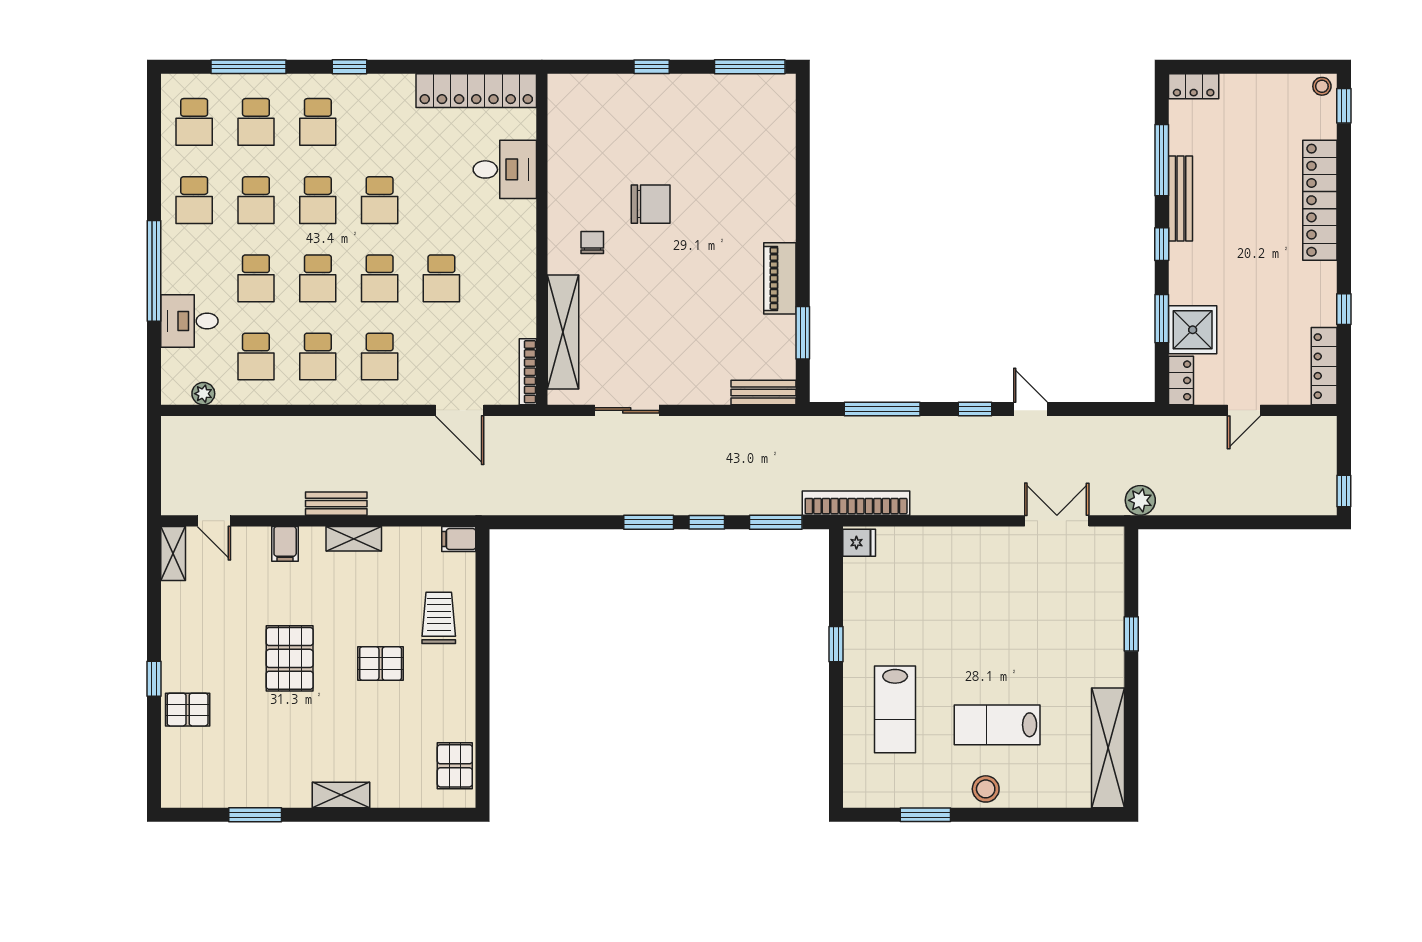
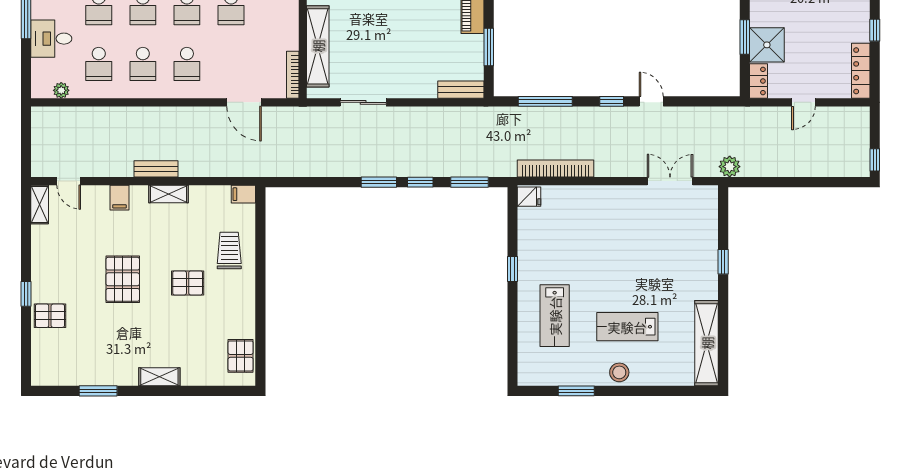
bookcase: (856, 503) -> (556, 169), moved

